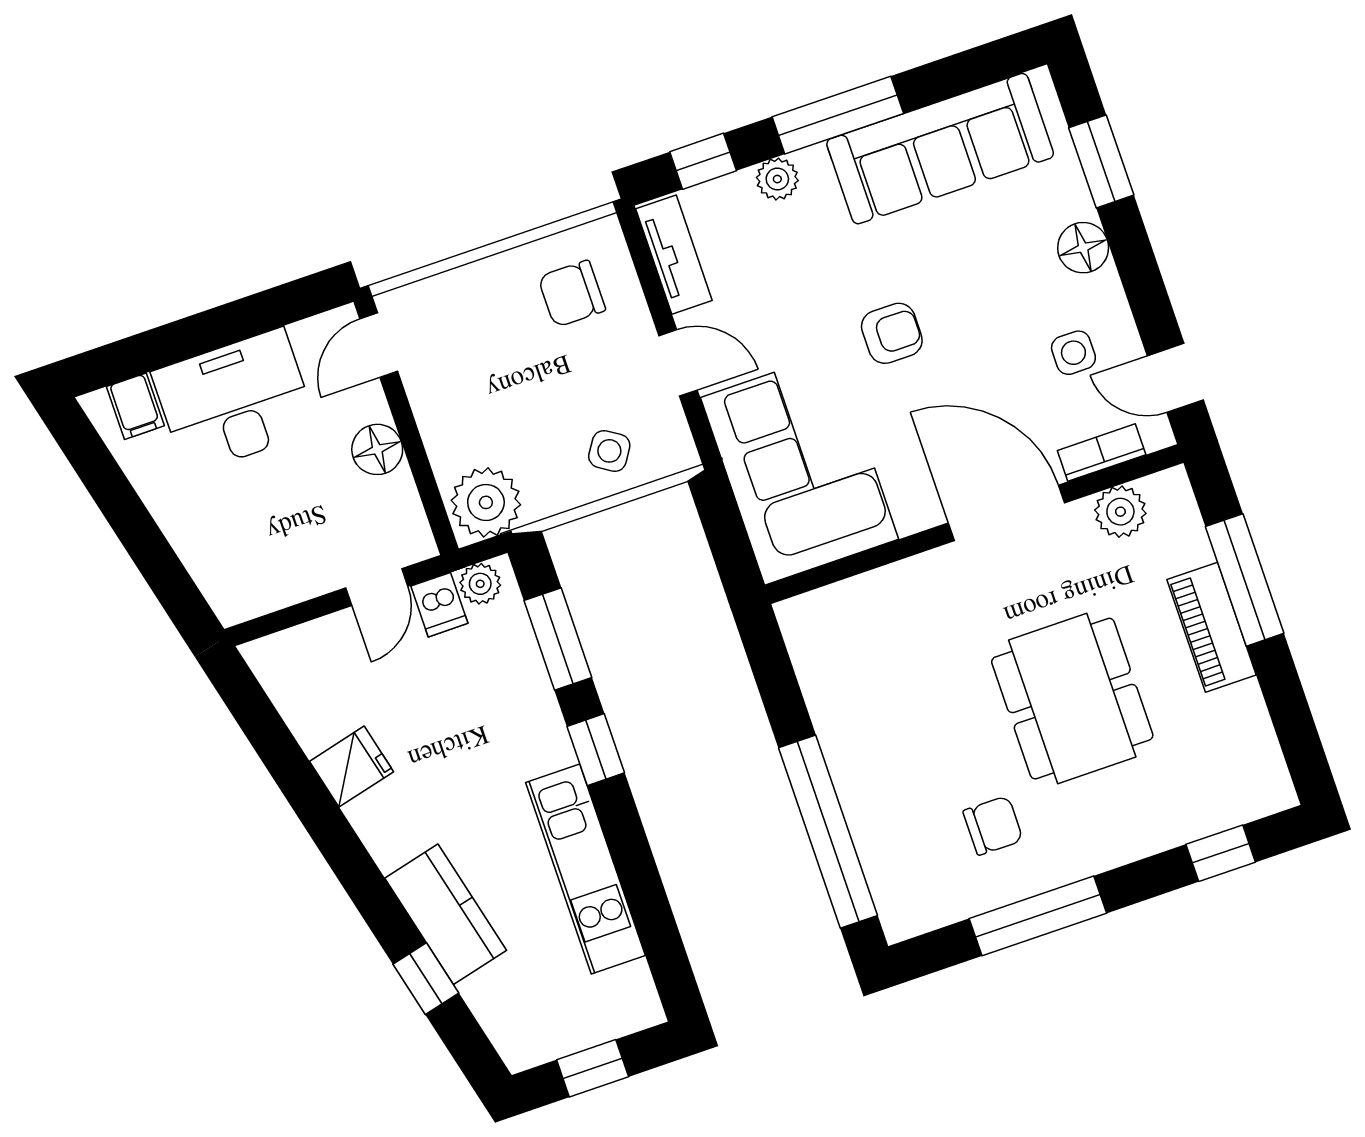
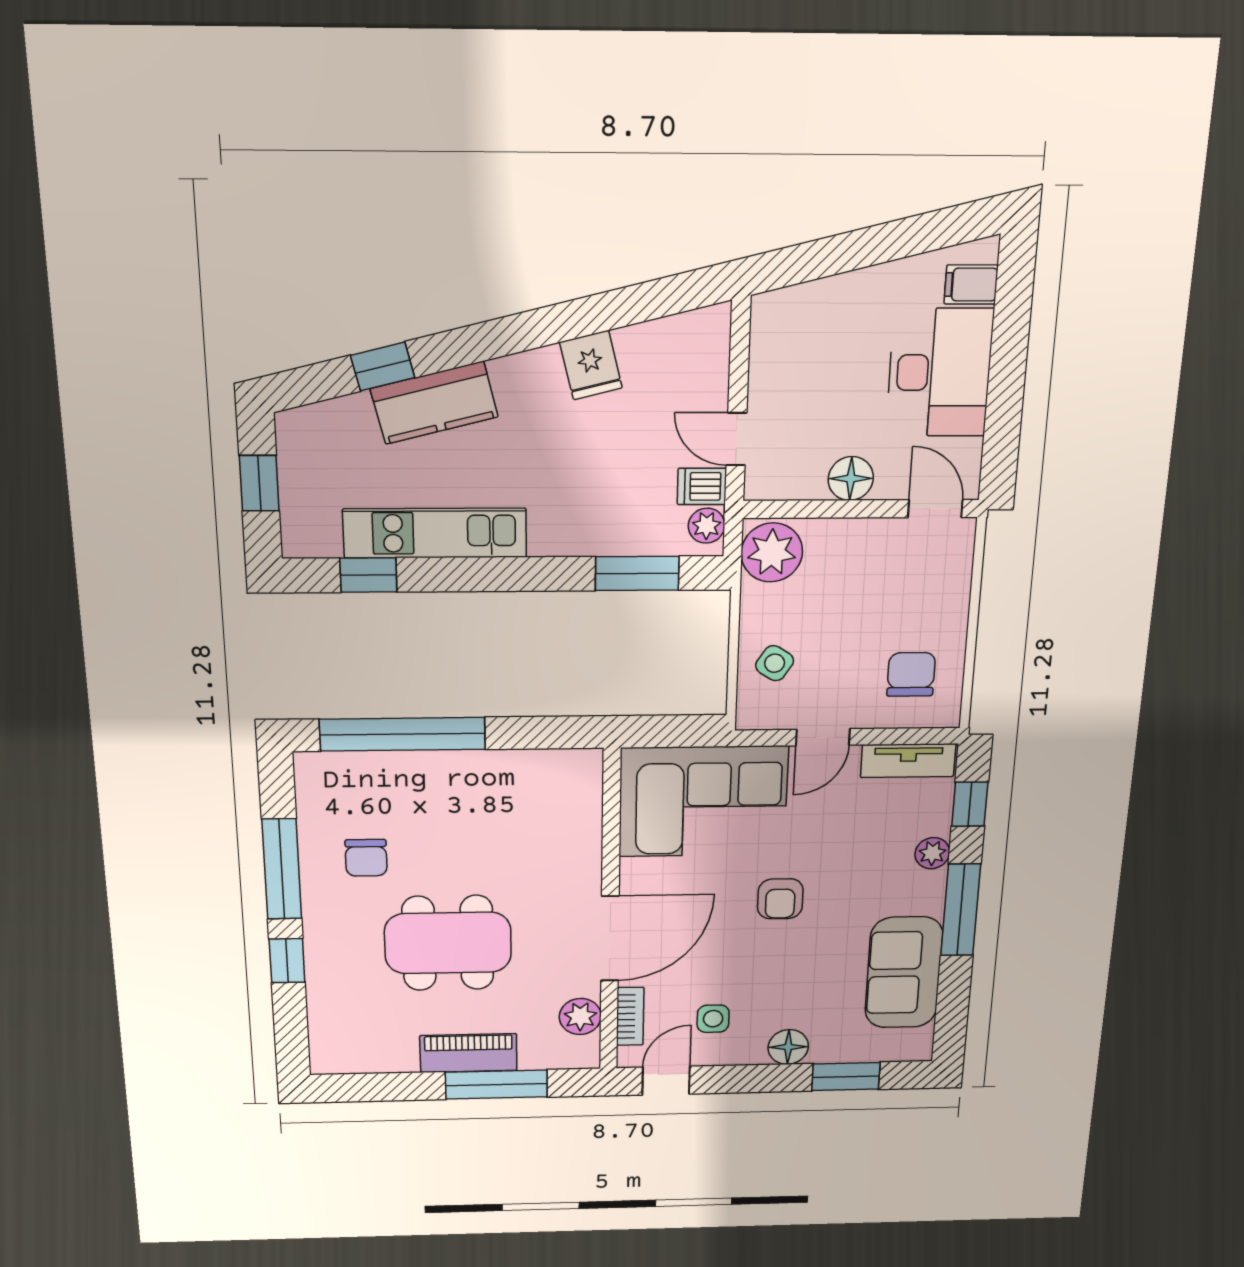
sofa: (940, 149) -> (904, 973), width x0.73
window: (596, 750) -> (368, 575), moved
window: (1221, 853) -> (287, 961), moved

